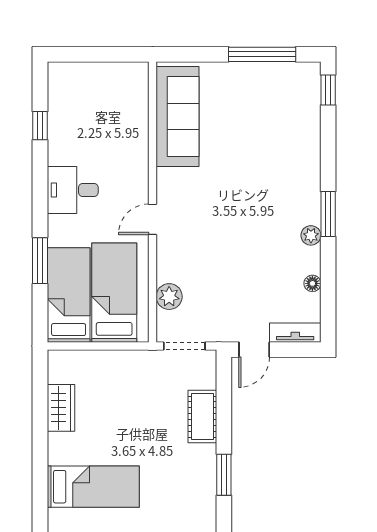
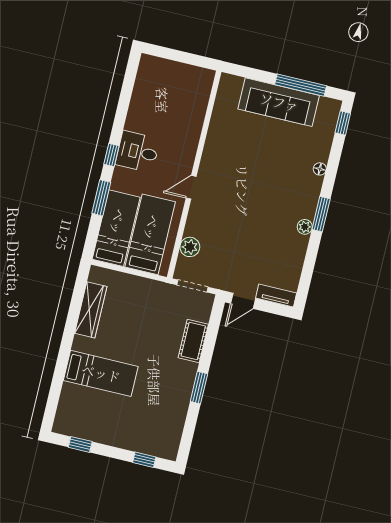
sofa: (178, 116) -> (279, 102), moved, turned 90
window: (40, 126) -> (111, 155), moved
floor lamp: (312, 283) -> (320, 169), moved
wardrobe: (61, 408) -> (91, 310), width x1.50

